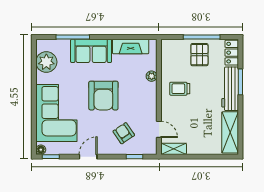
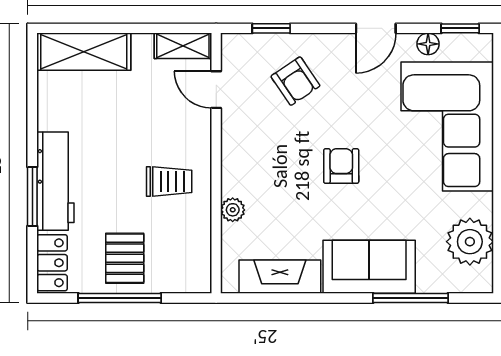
armchair: (103, 96) -> (341, 166), width x0.53, depth x0.53
shelving: (230, 132) -> (84, 52), moved, turned 90
floor lamp: (41, 150) -> (428, 44), moved

